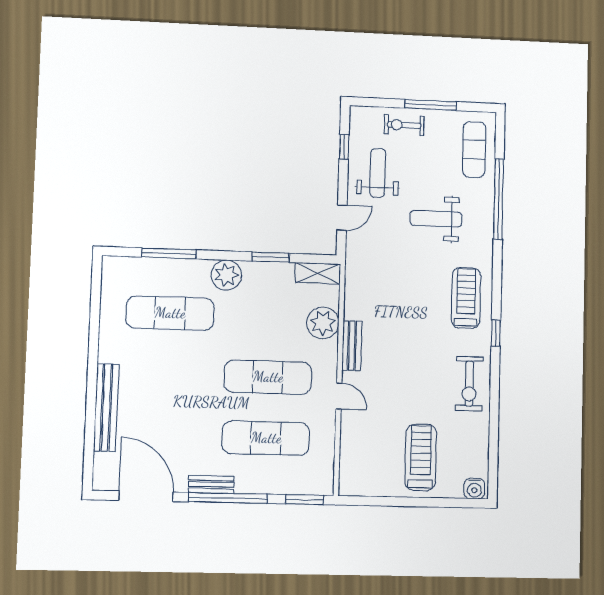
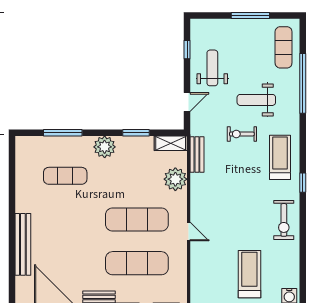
exercise bike: (404, 125) -> (242, 134), moved
exercise mat: (170, 313) -> (65, 176), width x0.73, depth x0.69
bench: (352, 346) -> (197, 154), moved

